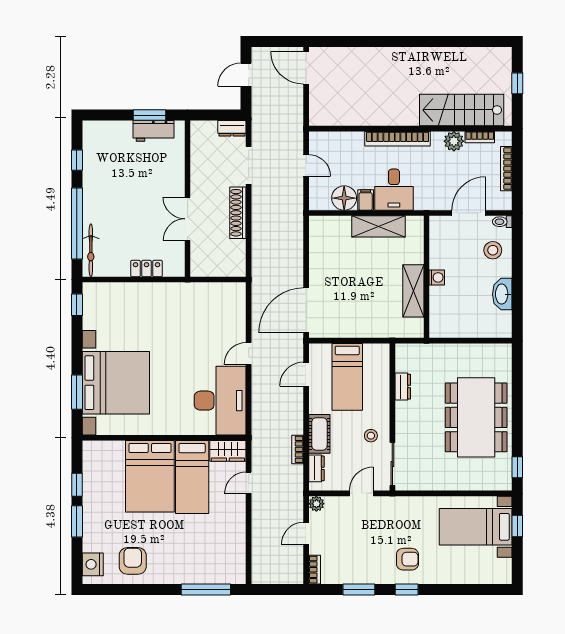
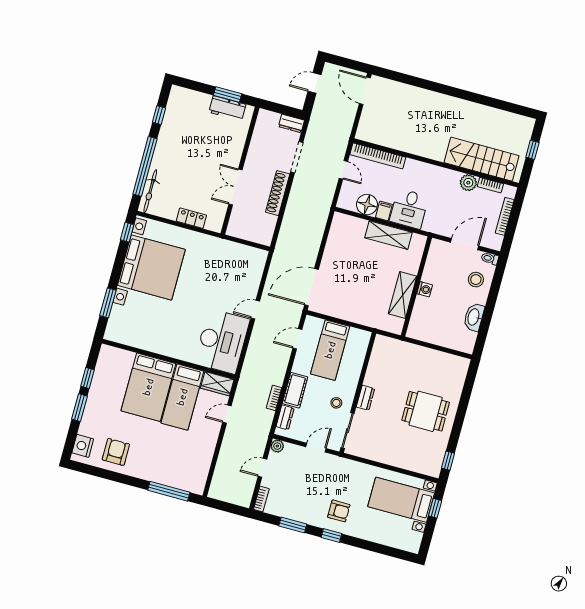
bookcase: (398, 139) -> (378, 156), moved
bed with nightstands: (116, 383) -> (151, 267), moved
dresser: (403, 387) -> (365, 398), moved
dining table: (476, 417) -> (426, 411), width x0.53, depth x0.80

